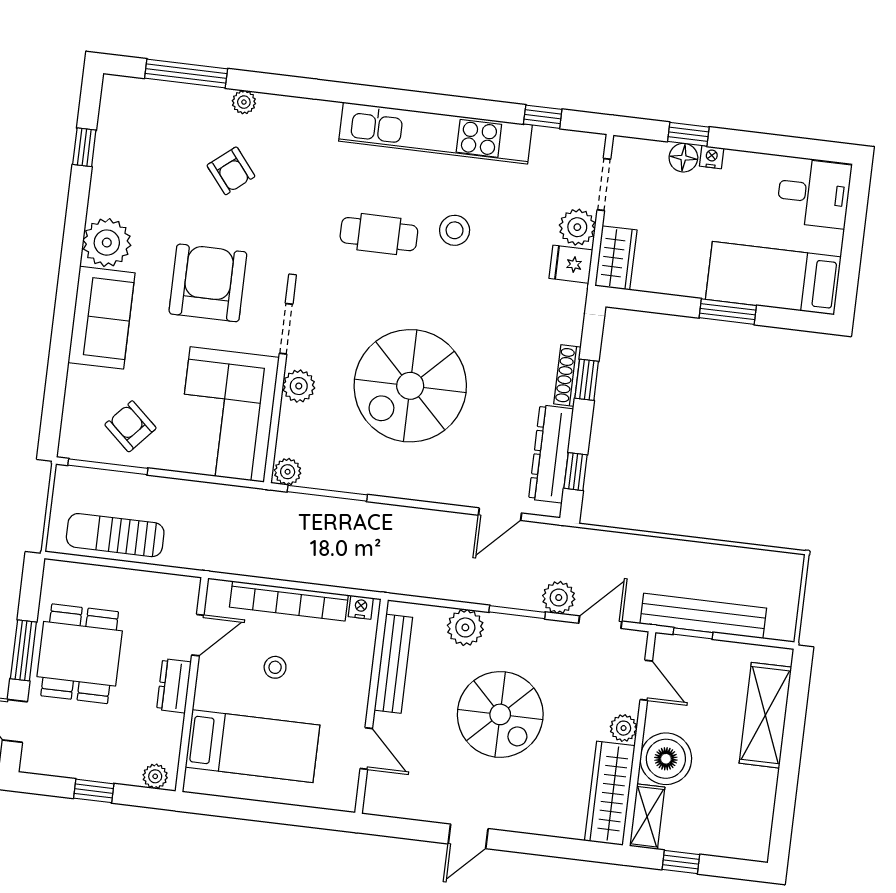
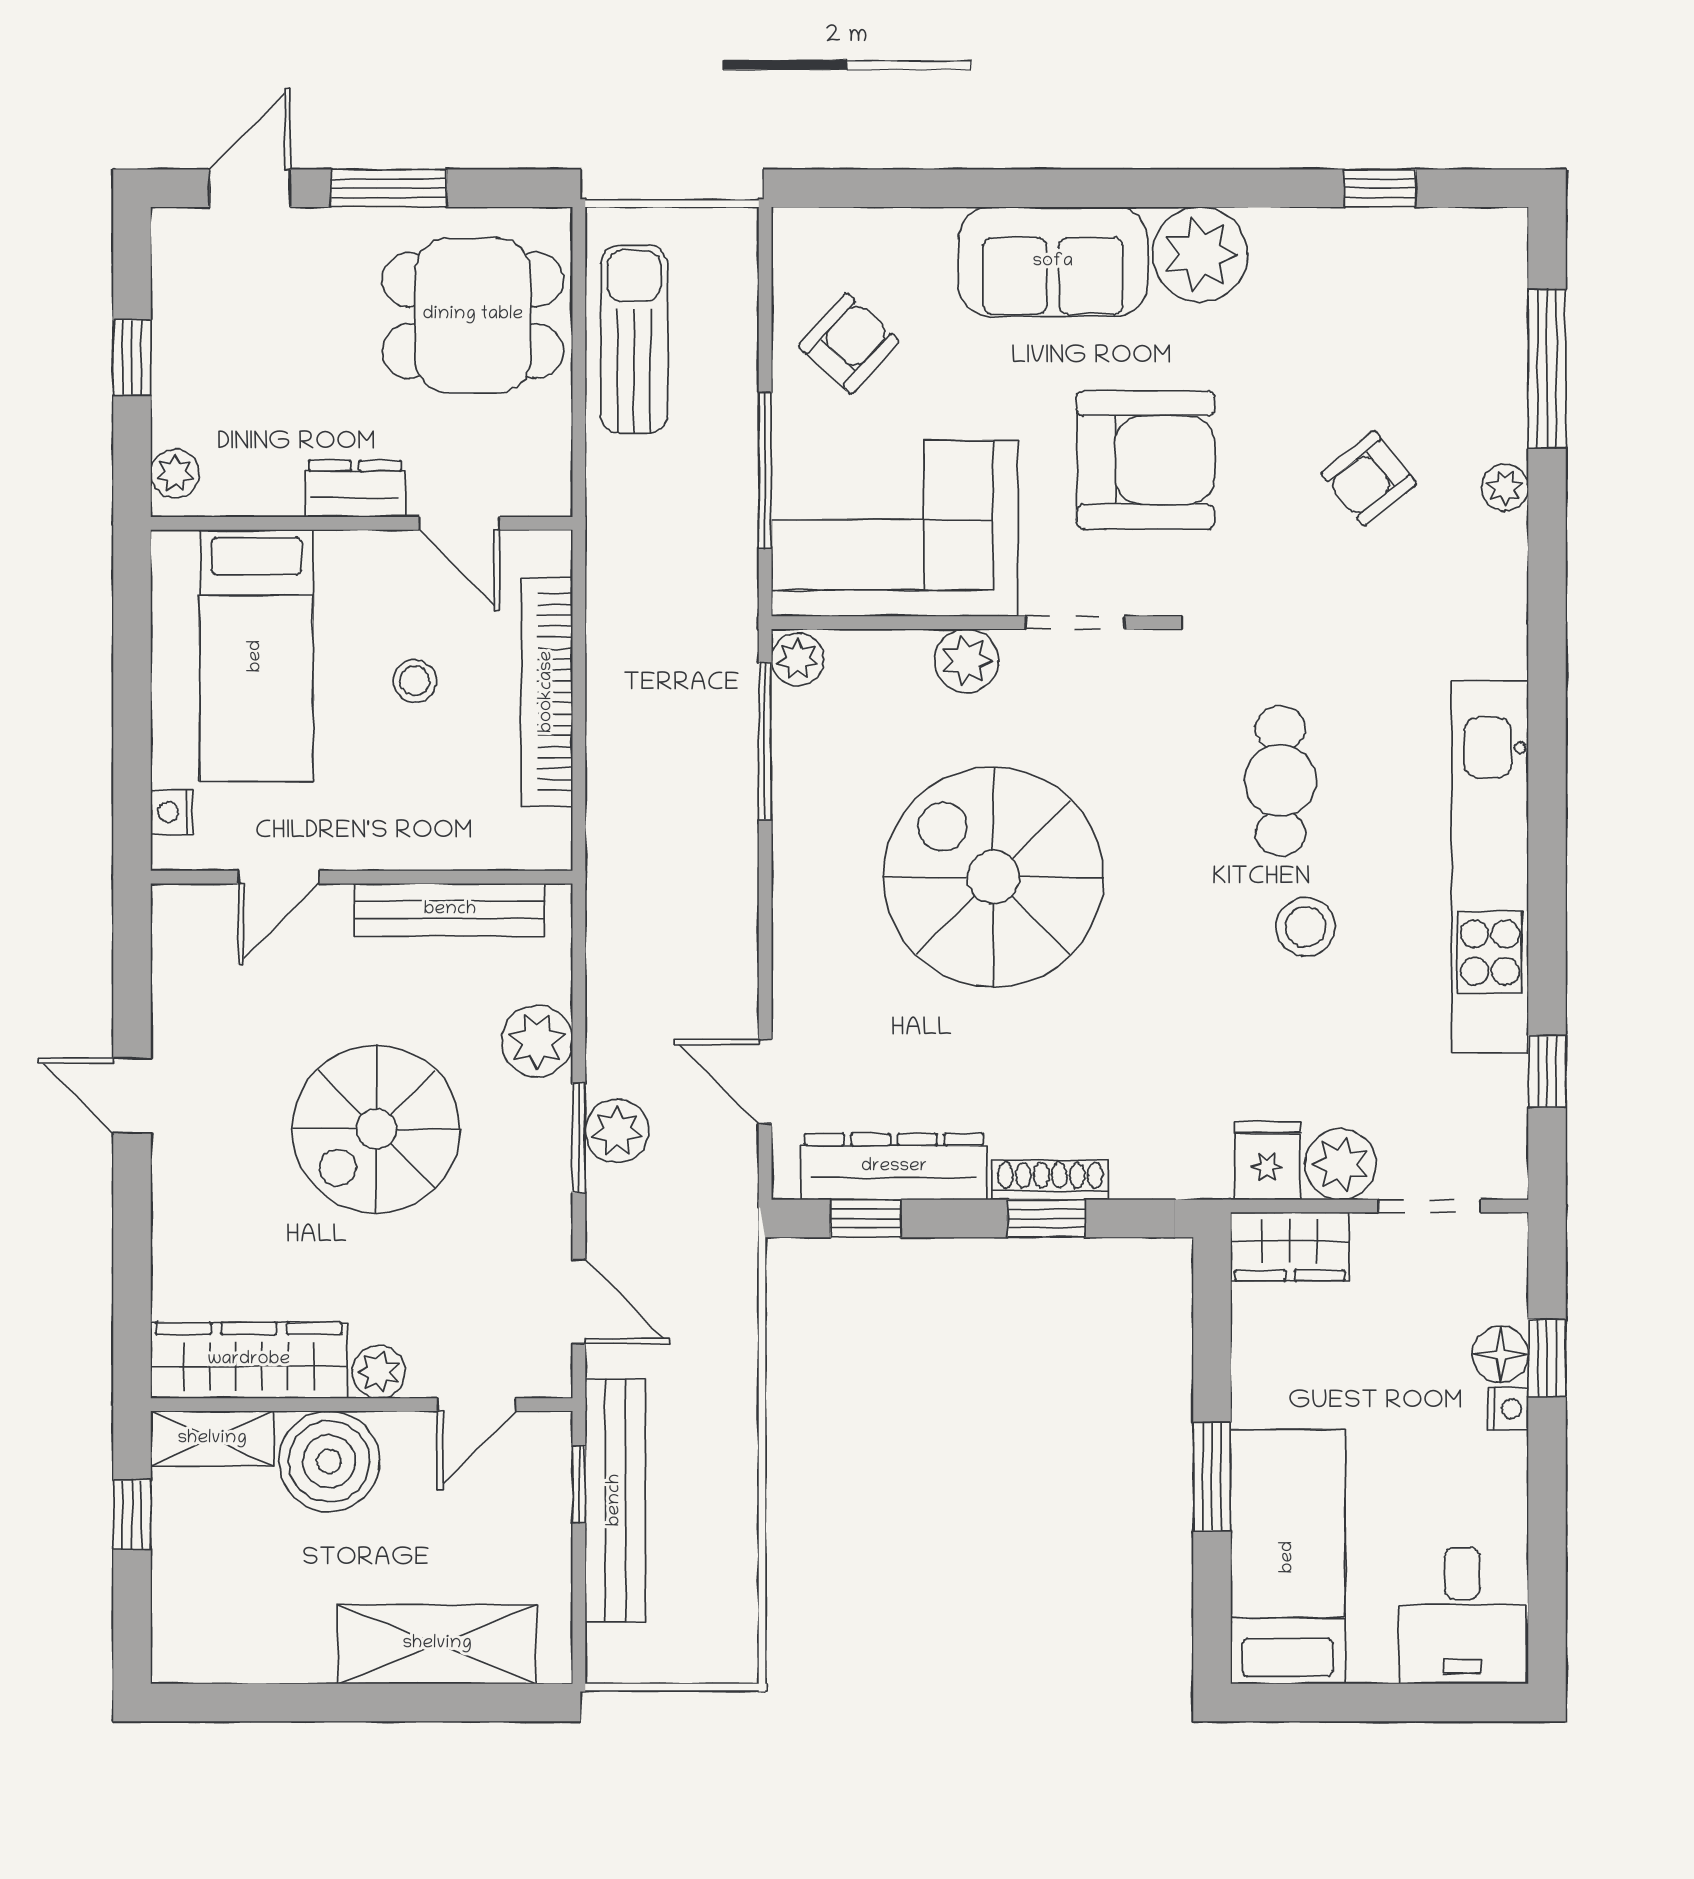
window: (108, 467) -> (765, 470), moved
plant: (559, 598) -> (617, 1131), moved
nightstand: (361, 607) -> (172, 812), moved, turned 180
dining table: (80, 654) -> (473, 315), moved

